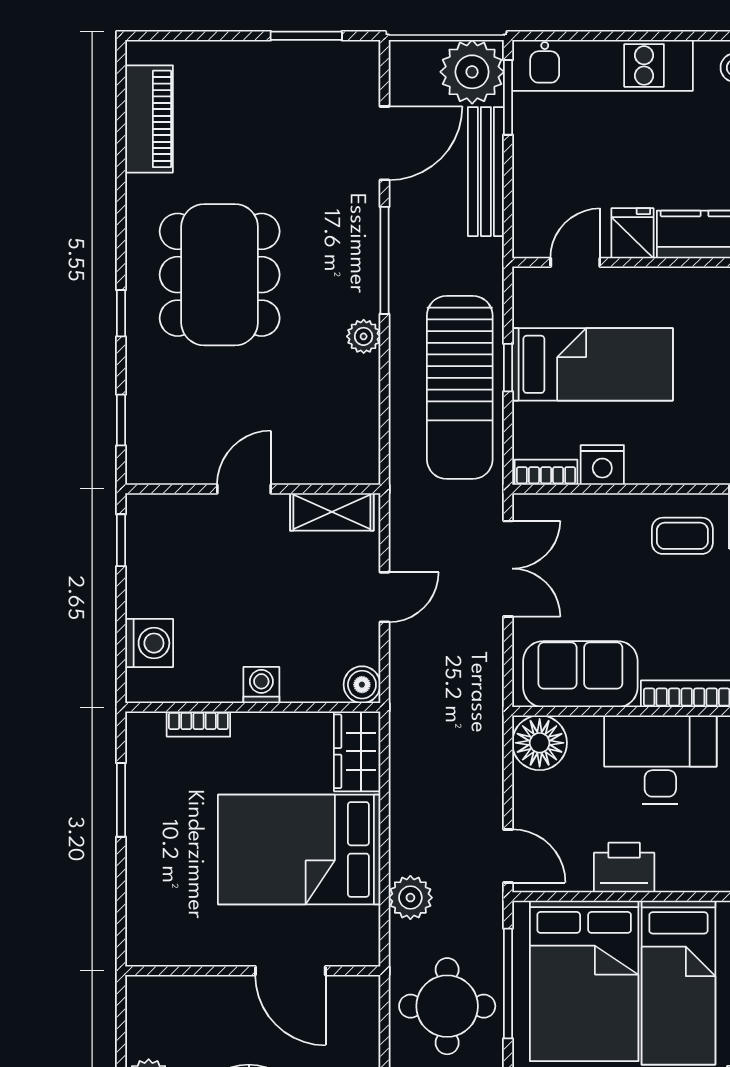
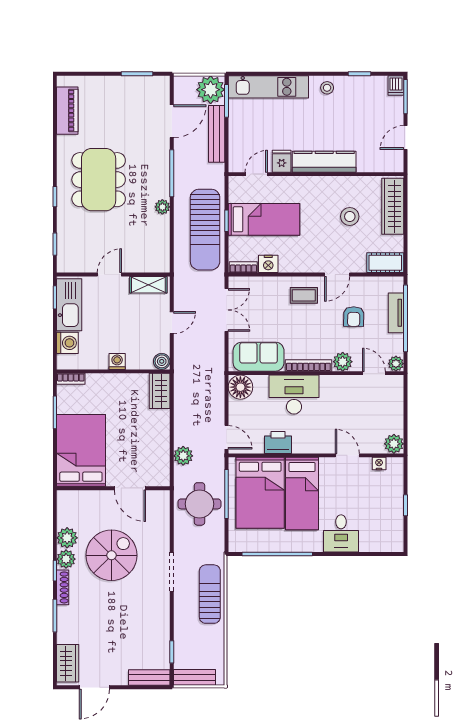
kitchen sink: (153, 557) -> (69, 305), added
bookcase: (198, 724) -> (71, 379), moved
bed: (299, 849) -> (81, 450), moved, turned 90

